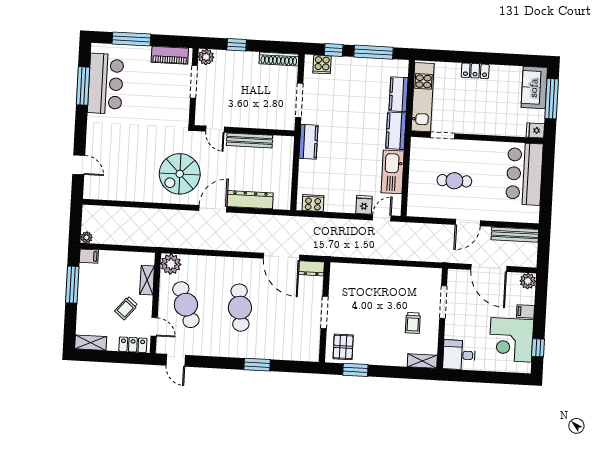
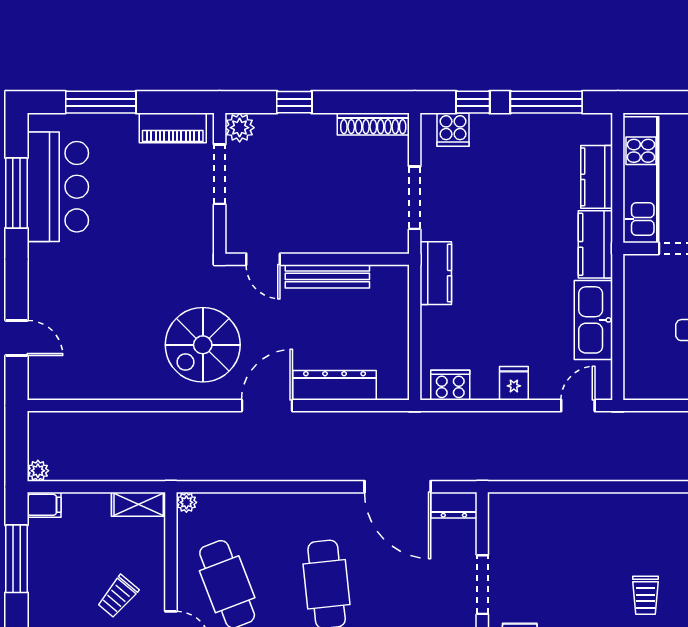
fridge: (364, 205) -> (514, 383), moved
plant: (171, 264) -> (186, 502), width x0.53, depth x0.53
shelving: (147, 280) -> (139, 504), moved, turned 90

